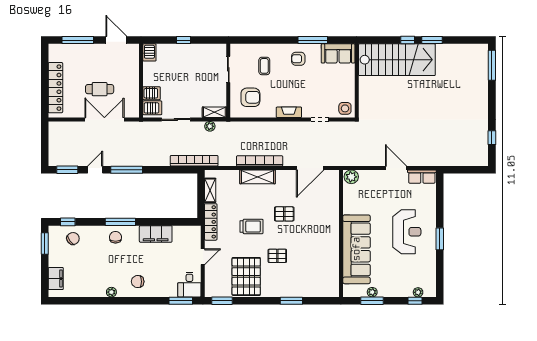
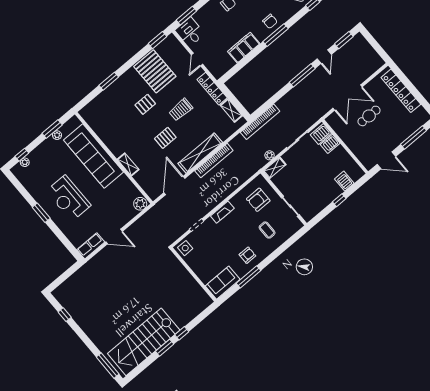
server rack: (149, 52) -> (344, 181), moved
stairs: (397, 60) -> (144, 342), moved
shelving: (258, 177) -> (200, 153), width x1.47
shelving: (334, 218) -> (128, 164), added

